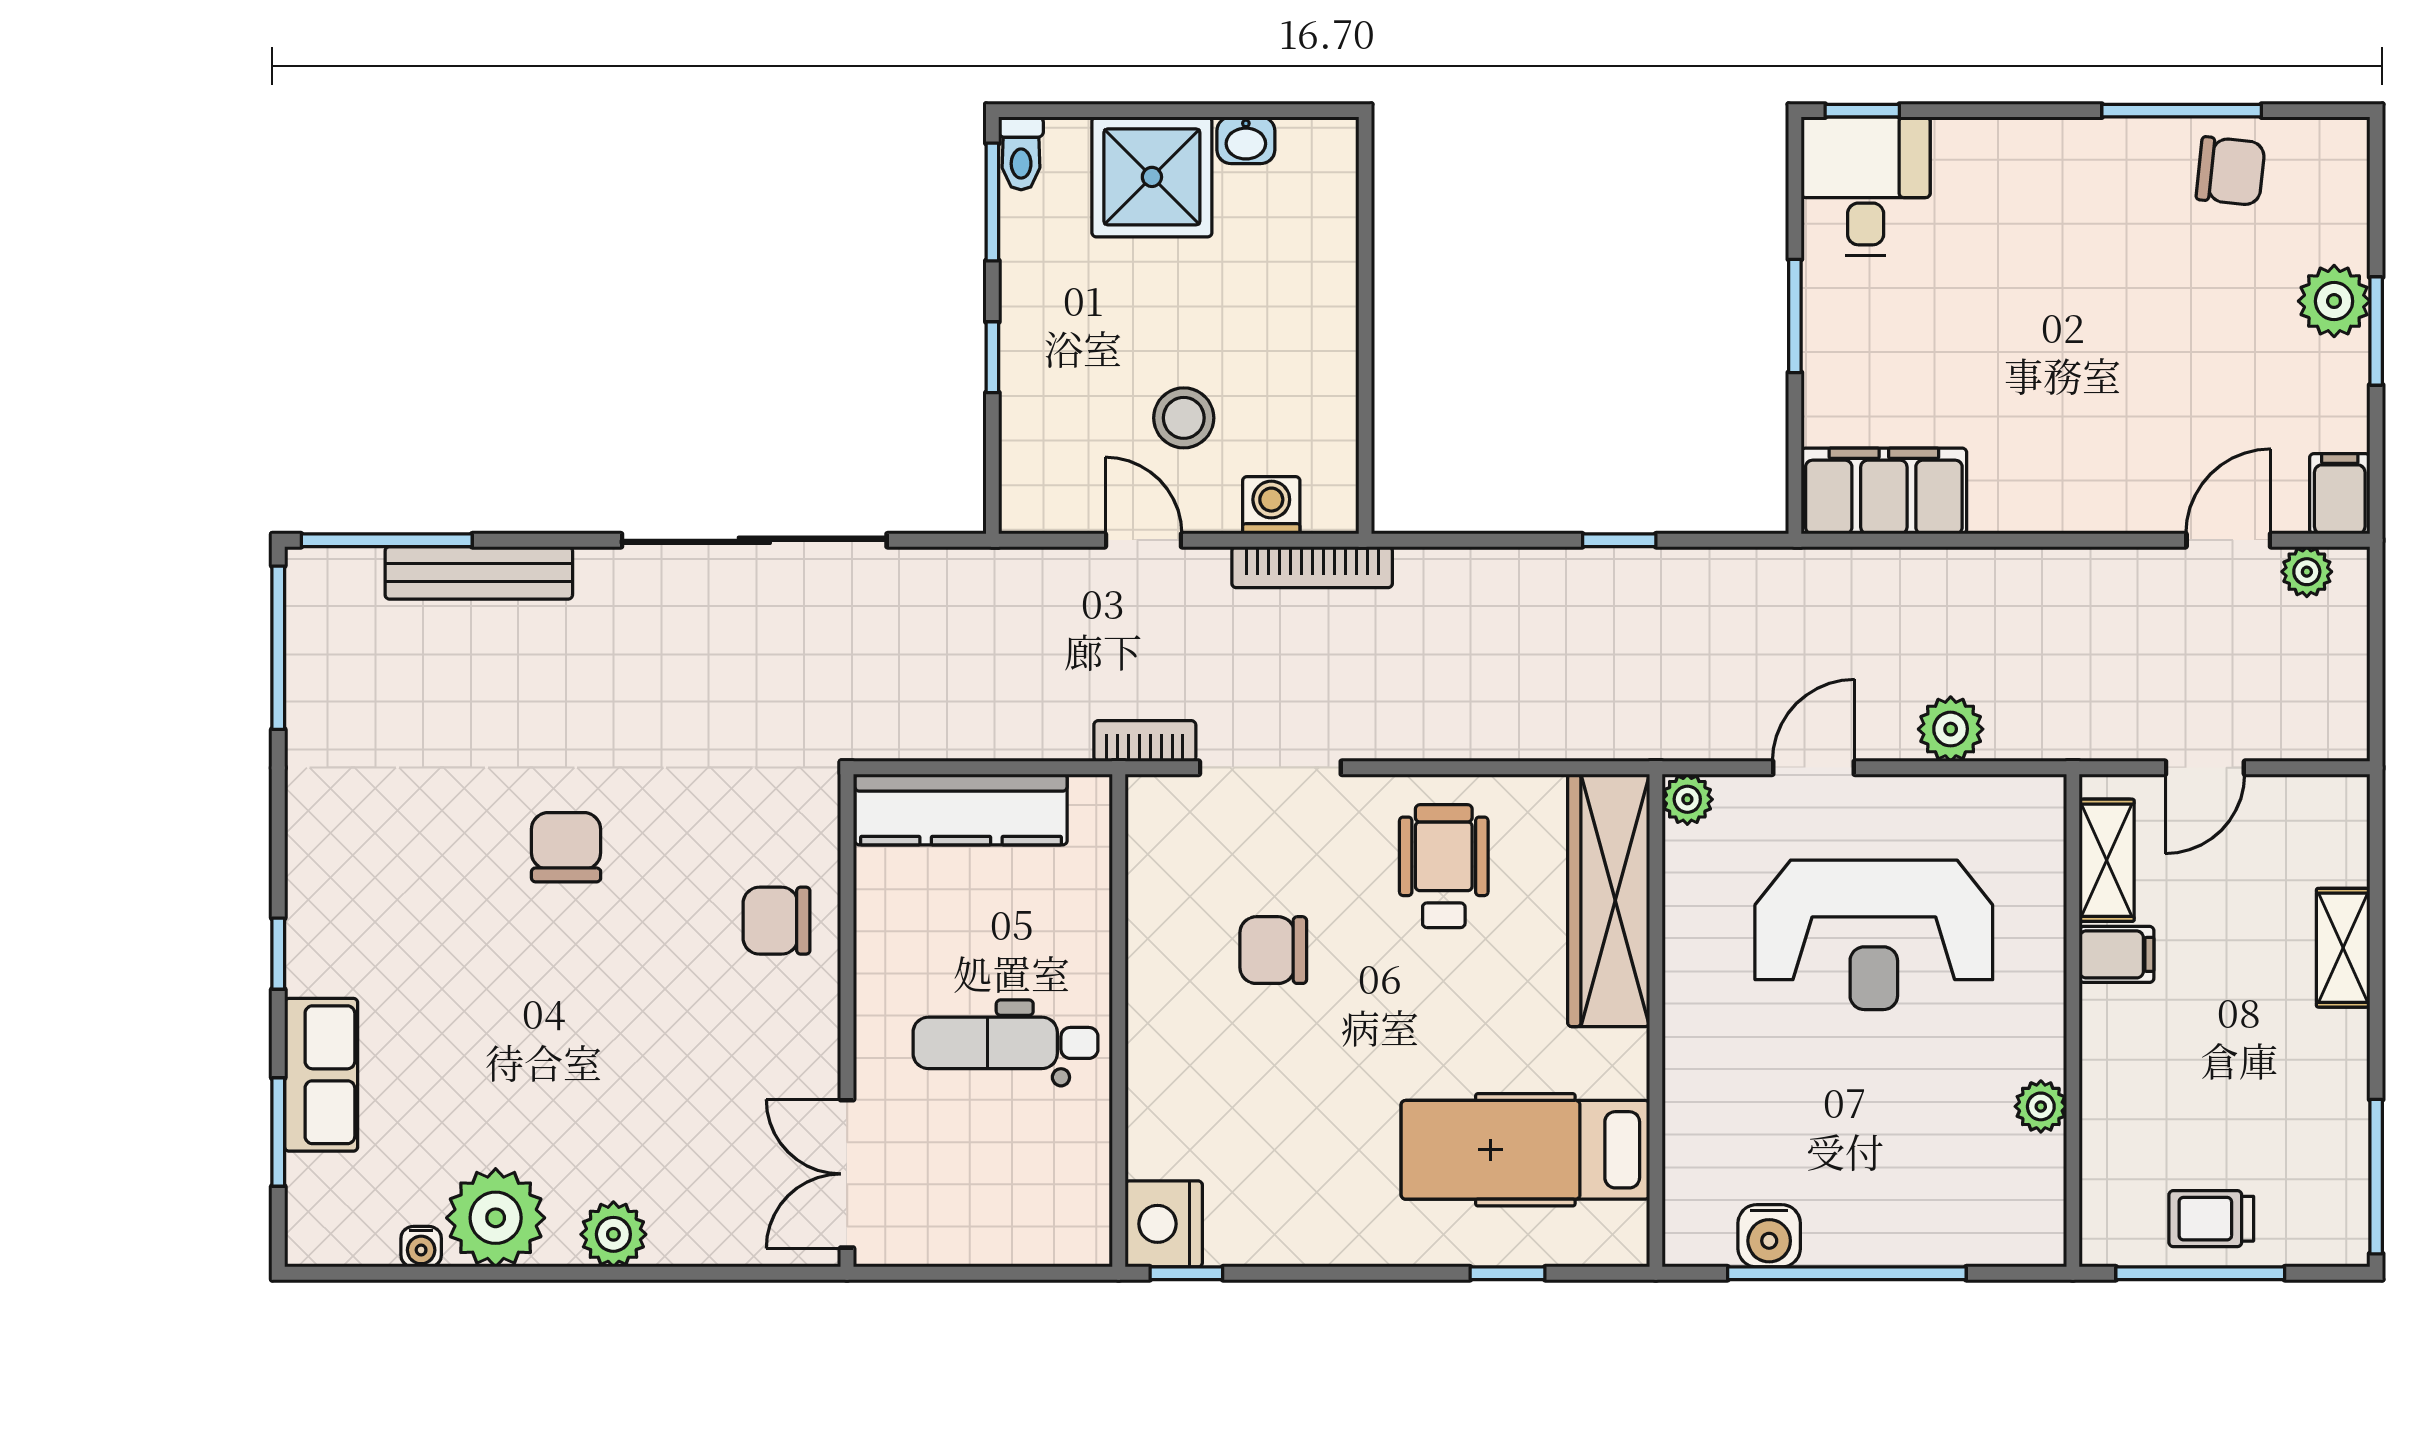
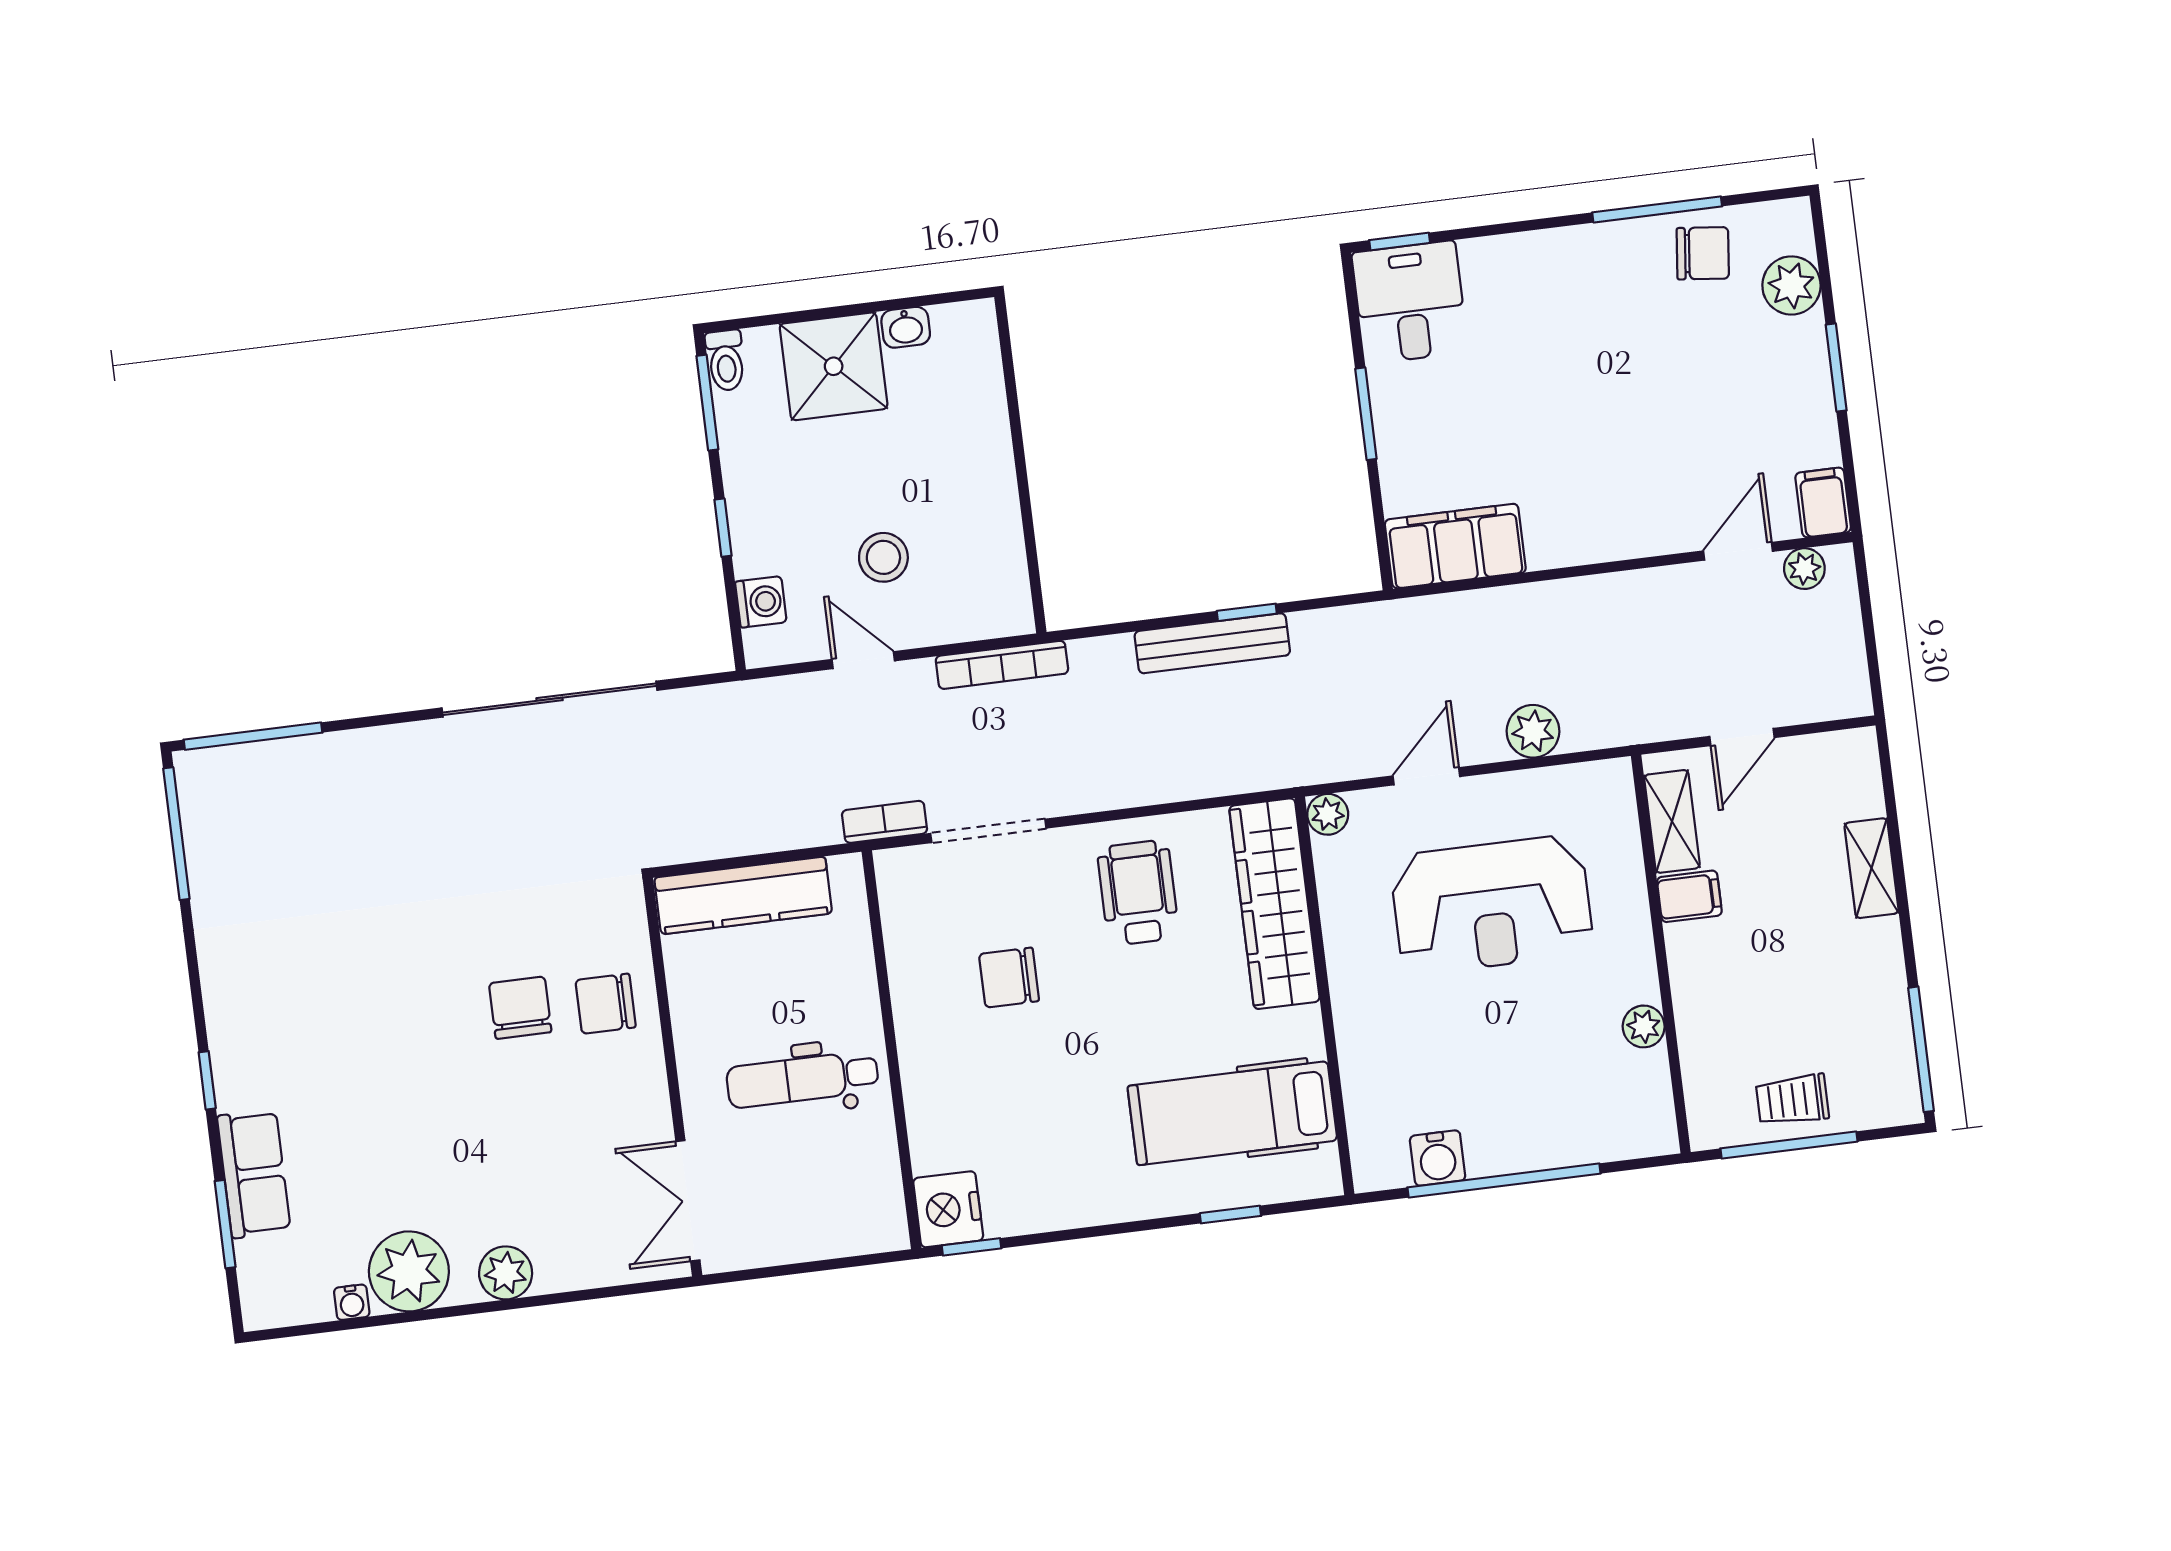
plant: (2334, 301) -> (1791, 285), moved
washing machine: (1271, 505) -> (761, 602), moved, turned 90
bench: (479, 573) -> (1212, 643), moved
chair: (566, 847) -> (520, 1008), moved

